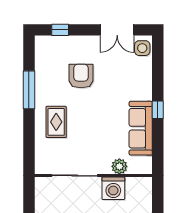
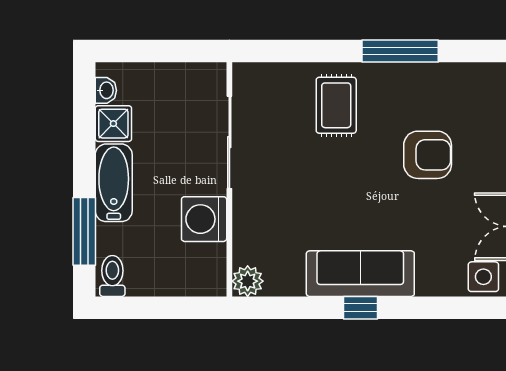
rug: (56, 122) -> (336, 105), turned 90
sofa: (141, 128) -> (360, 274), moved
plant: (119, 166) -> (248, 281), moved

